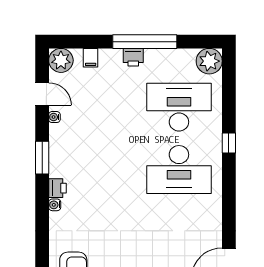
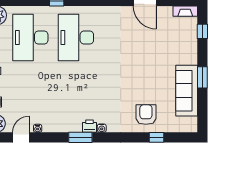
window: (42, 158) -> (80, 137), moved
desk: (179, 170) -> (76, 38), turned 180

